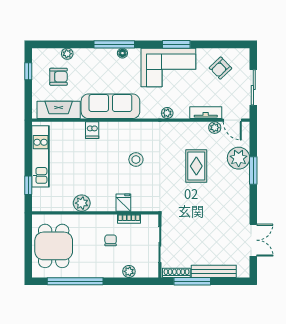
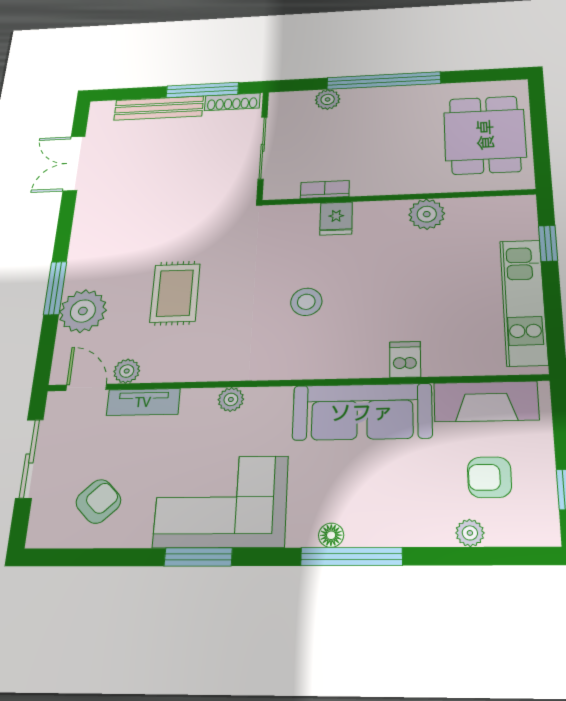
chair: (111, 240) -> (364, 150), removed
window: (75, 281) -> (384, 81), moved

